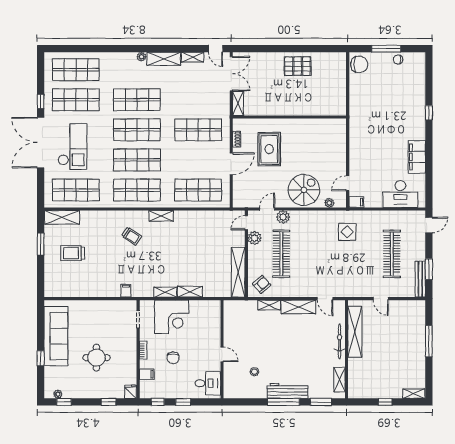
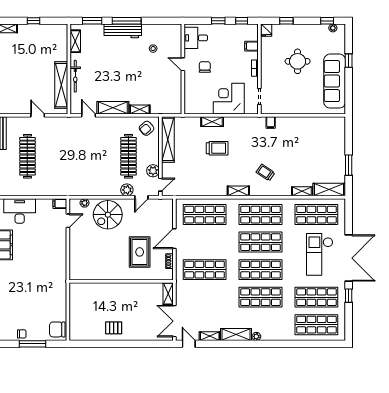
pallet: (298, 66) -> (114, 328), width x0.67, depth x0.71
display table: (347, 232) -> (68, 176), removed
trolley: (73, 253) -> (217, 148), moved
shelving: (165, 292) -> (302, 191), moved
chair: (173, 358) -> (205, 67), moved

